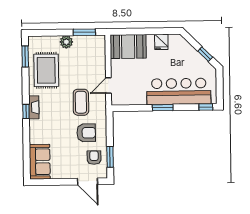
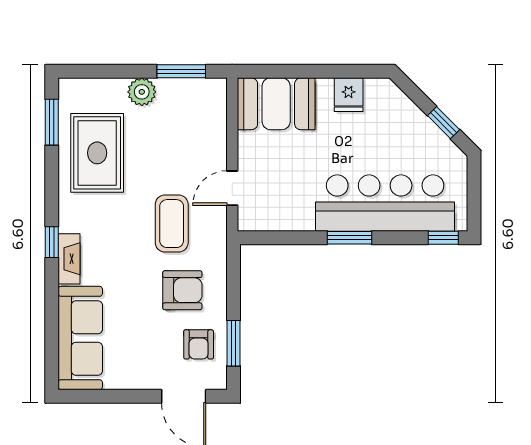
fireplace: (34, 107) -> (69, 259), moved
armchair: (94, 158) -> (199, 344), turned 180
sofa: (40, 162) -> (80, 338), width x1.36

